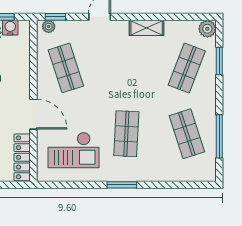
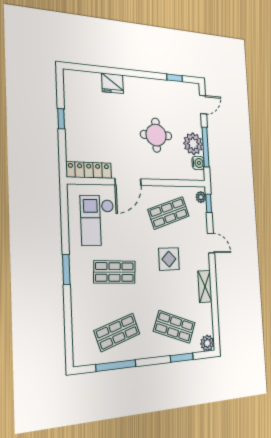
display table: (115, 70) -> (169, 259), added

